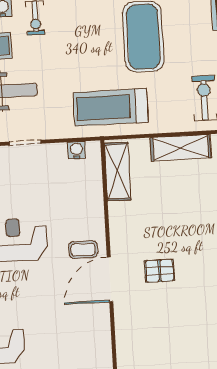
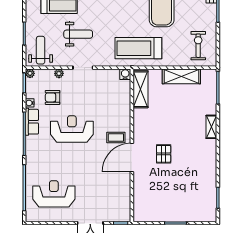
water cooler: (76, 150) -> (125, 74), moved
pallet: (159, 271) -> (164, 154), turned 90

